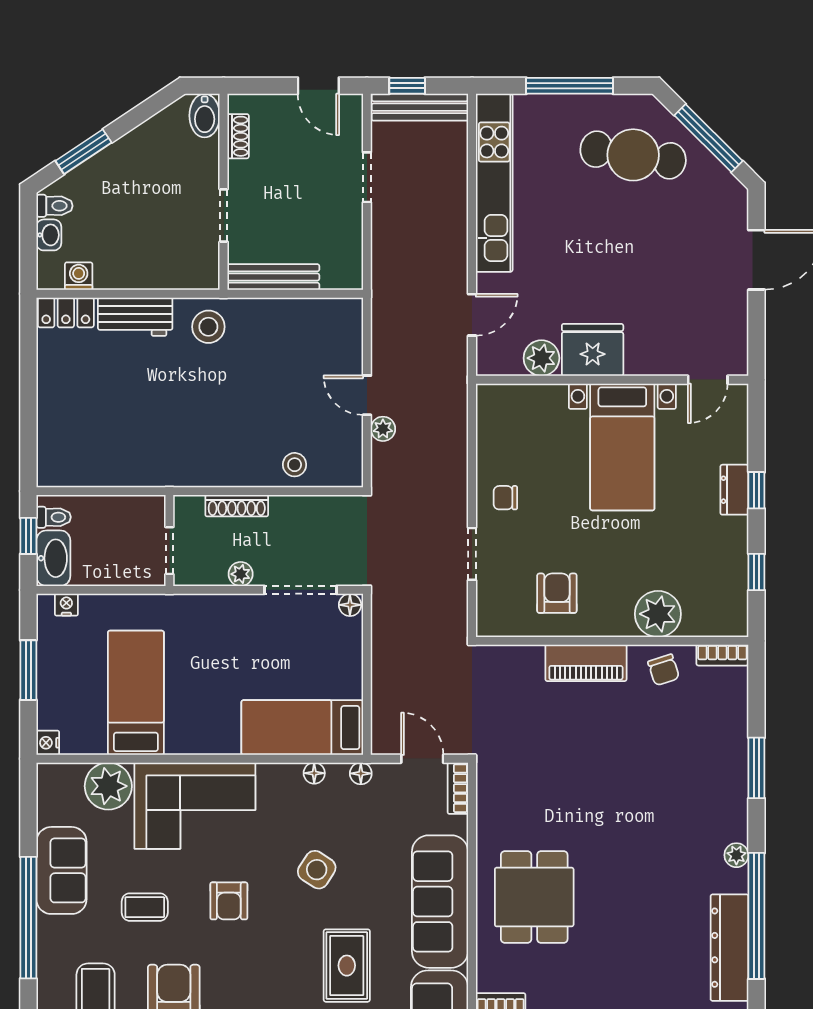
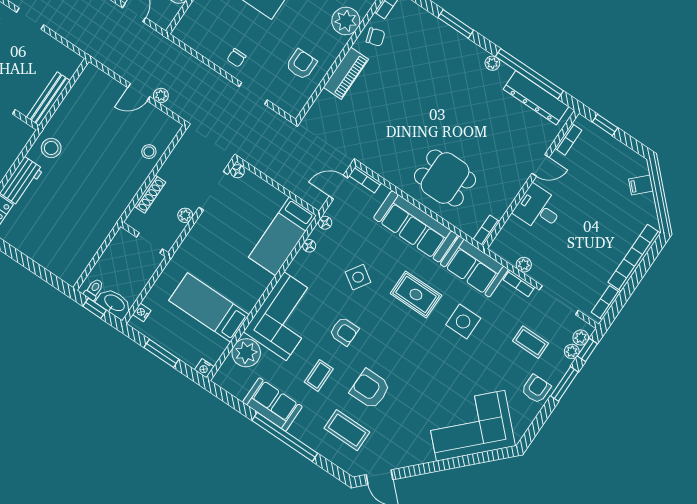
armchair: (557, 593) -> (301, 64), turned 90

